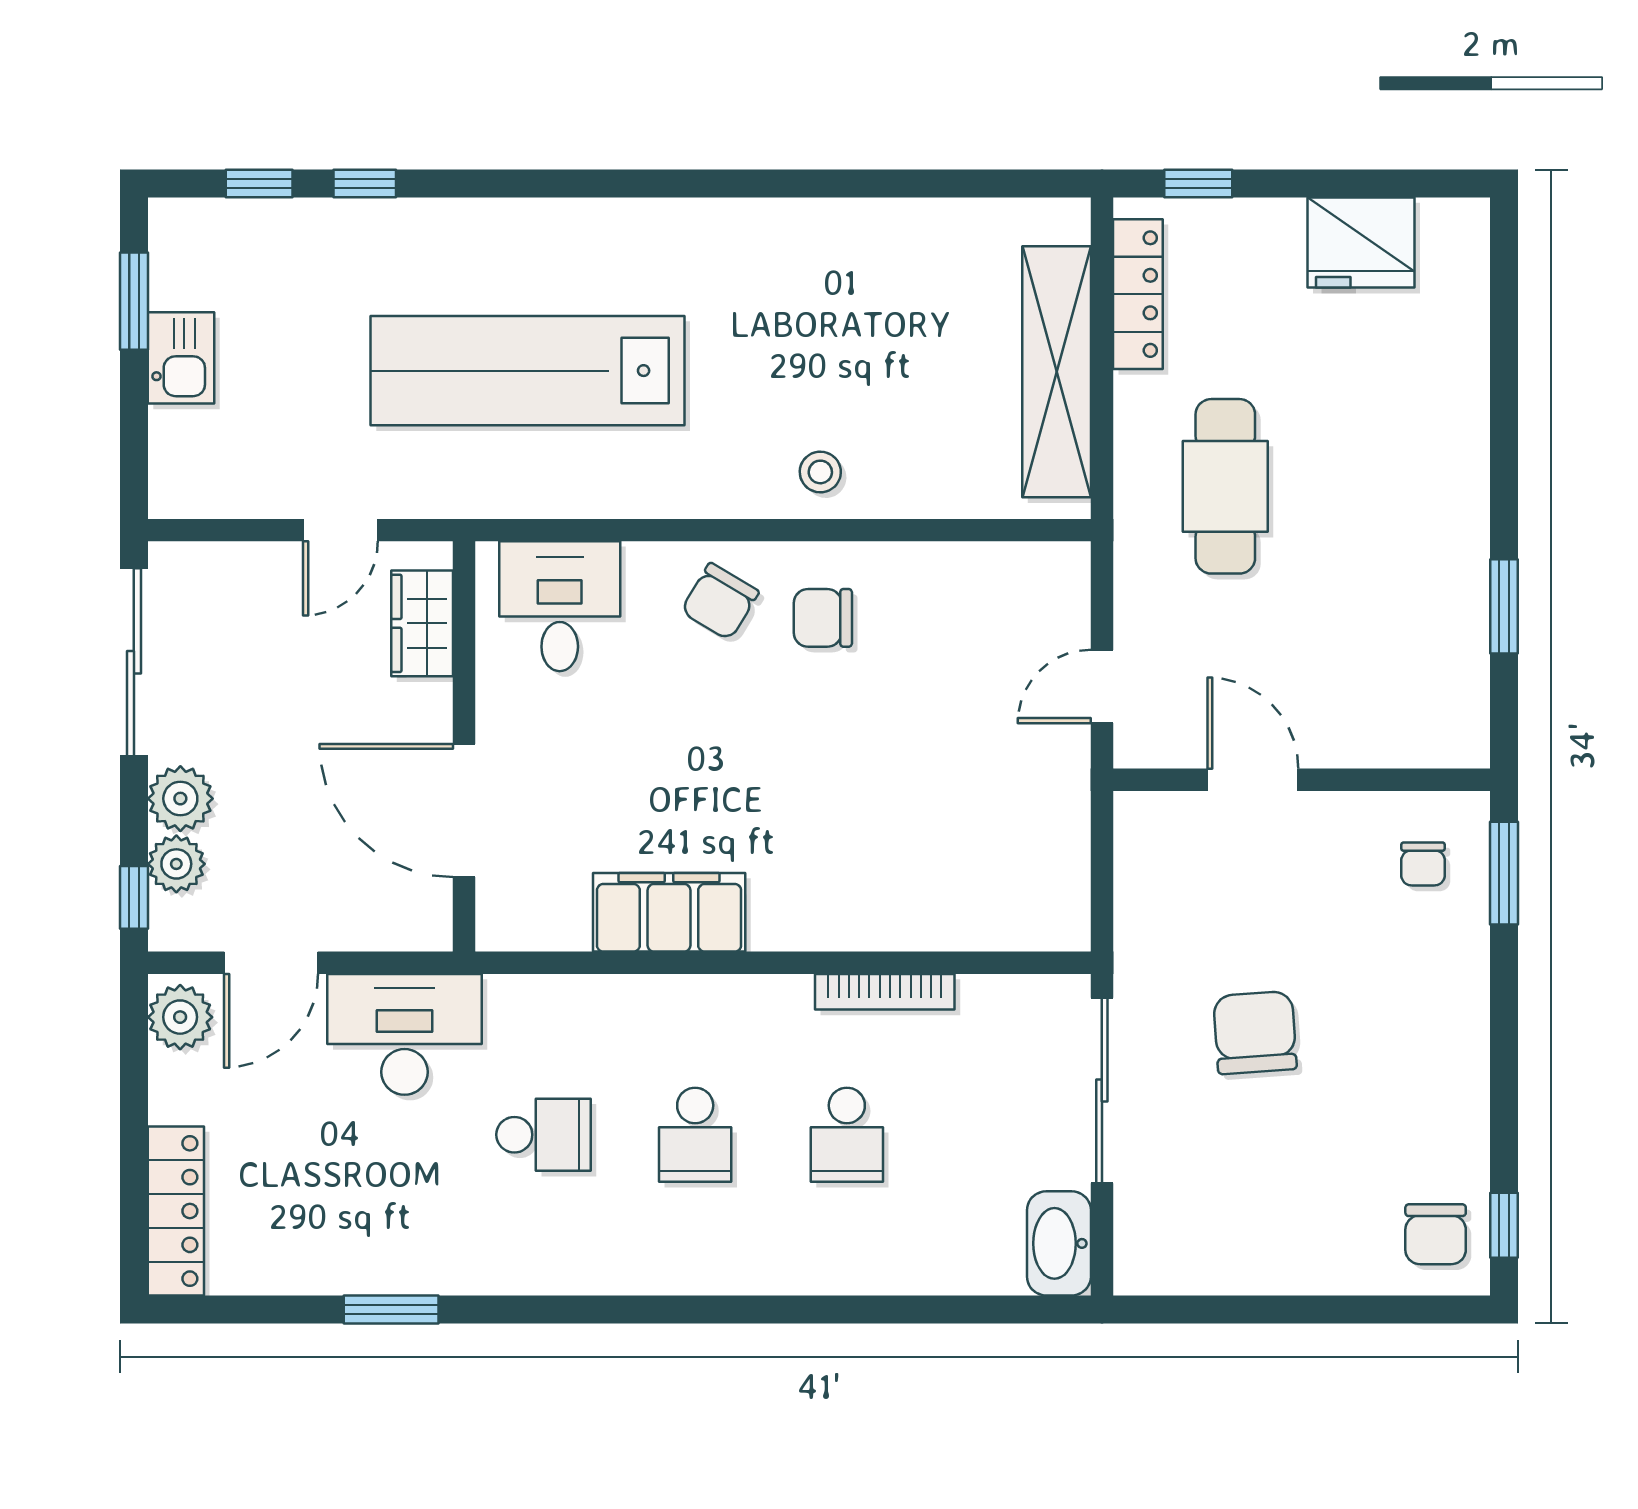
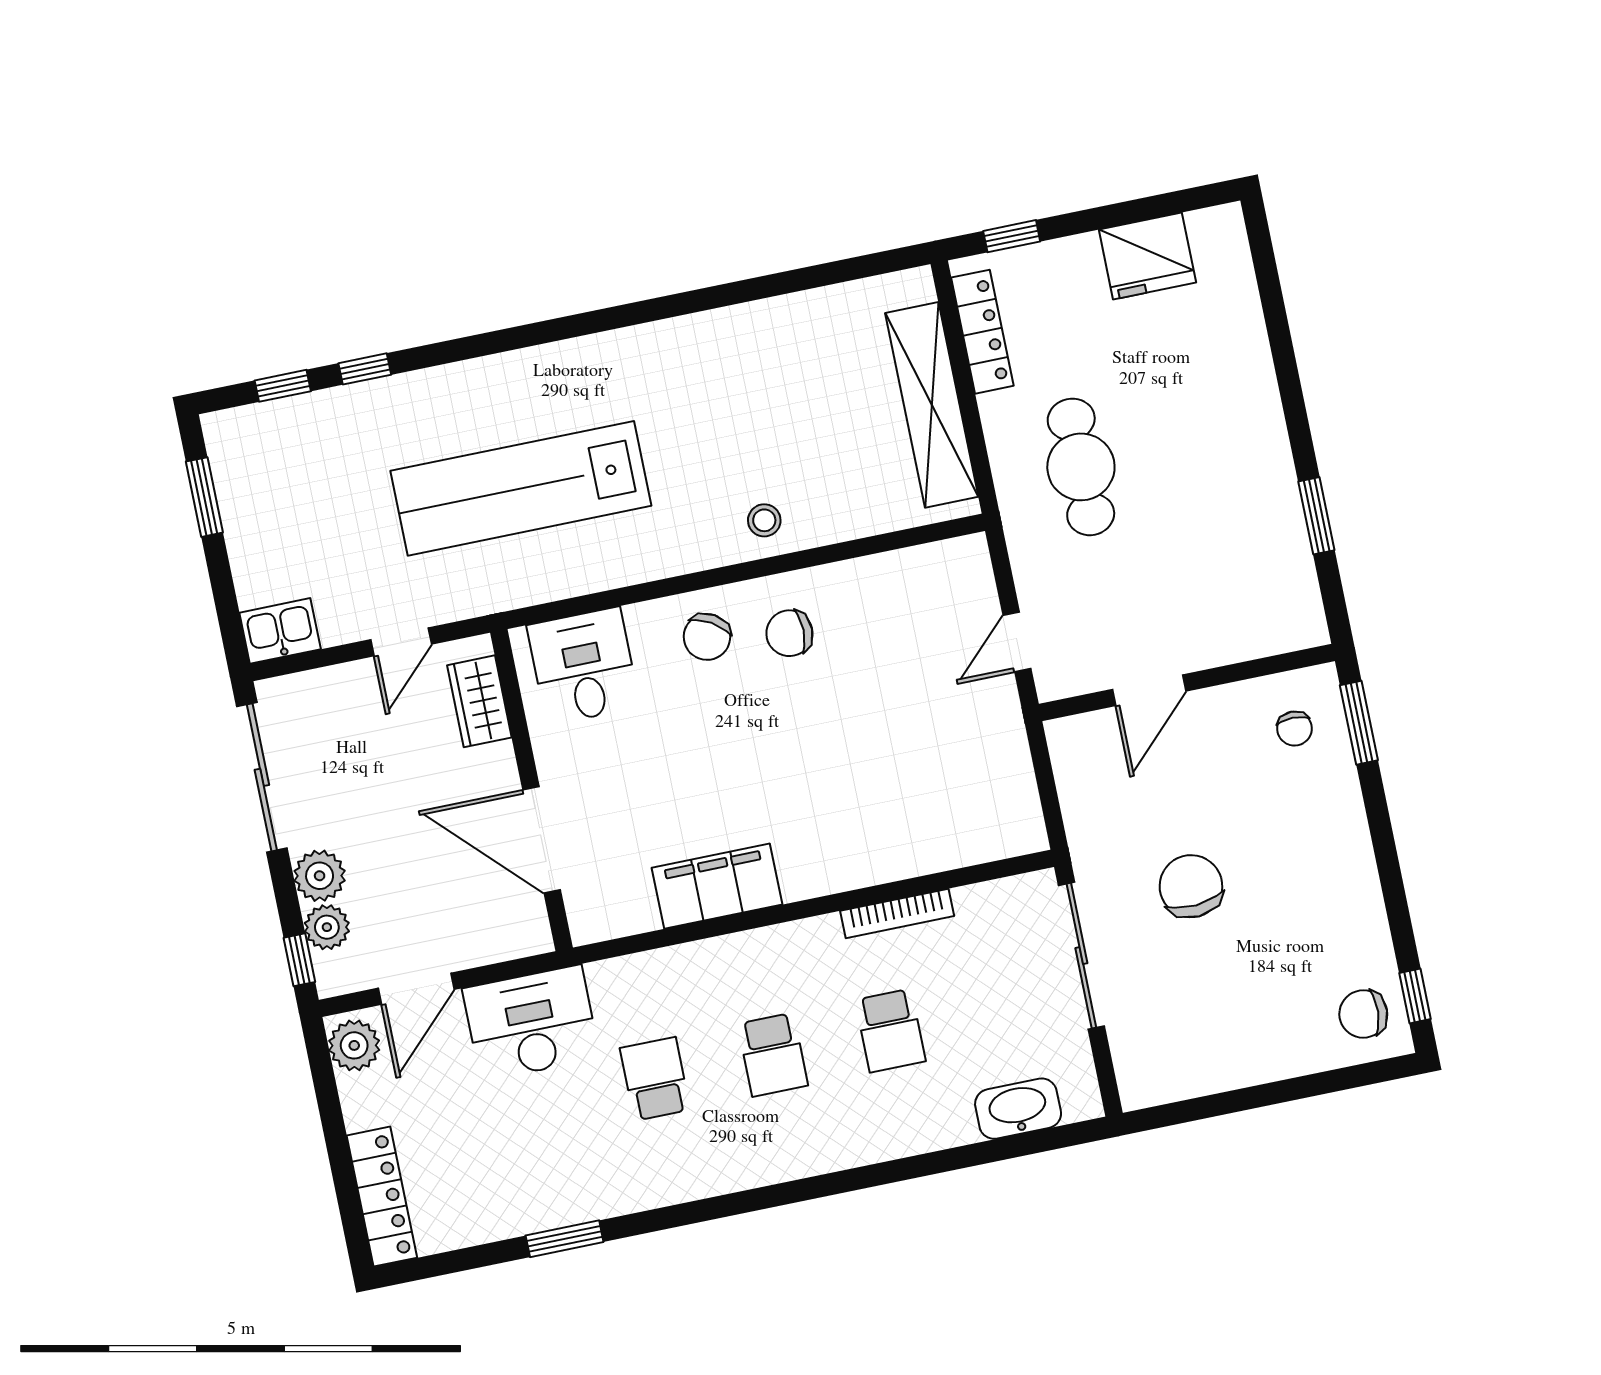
kitchen sink: (181, 358) -> (280, 631), moved, turned -90
door: (1253, 780) -> (1149, 690), swing flipped
school desk: (544, 1135) -> (655, 1079), turned -90
chair: (1436, 1234) -> (1363, 1014), turned 93
washbasin: (1059, 1243) -> (1018, 1109), moved, turned 90

